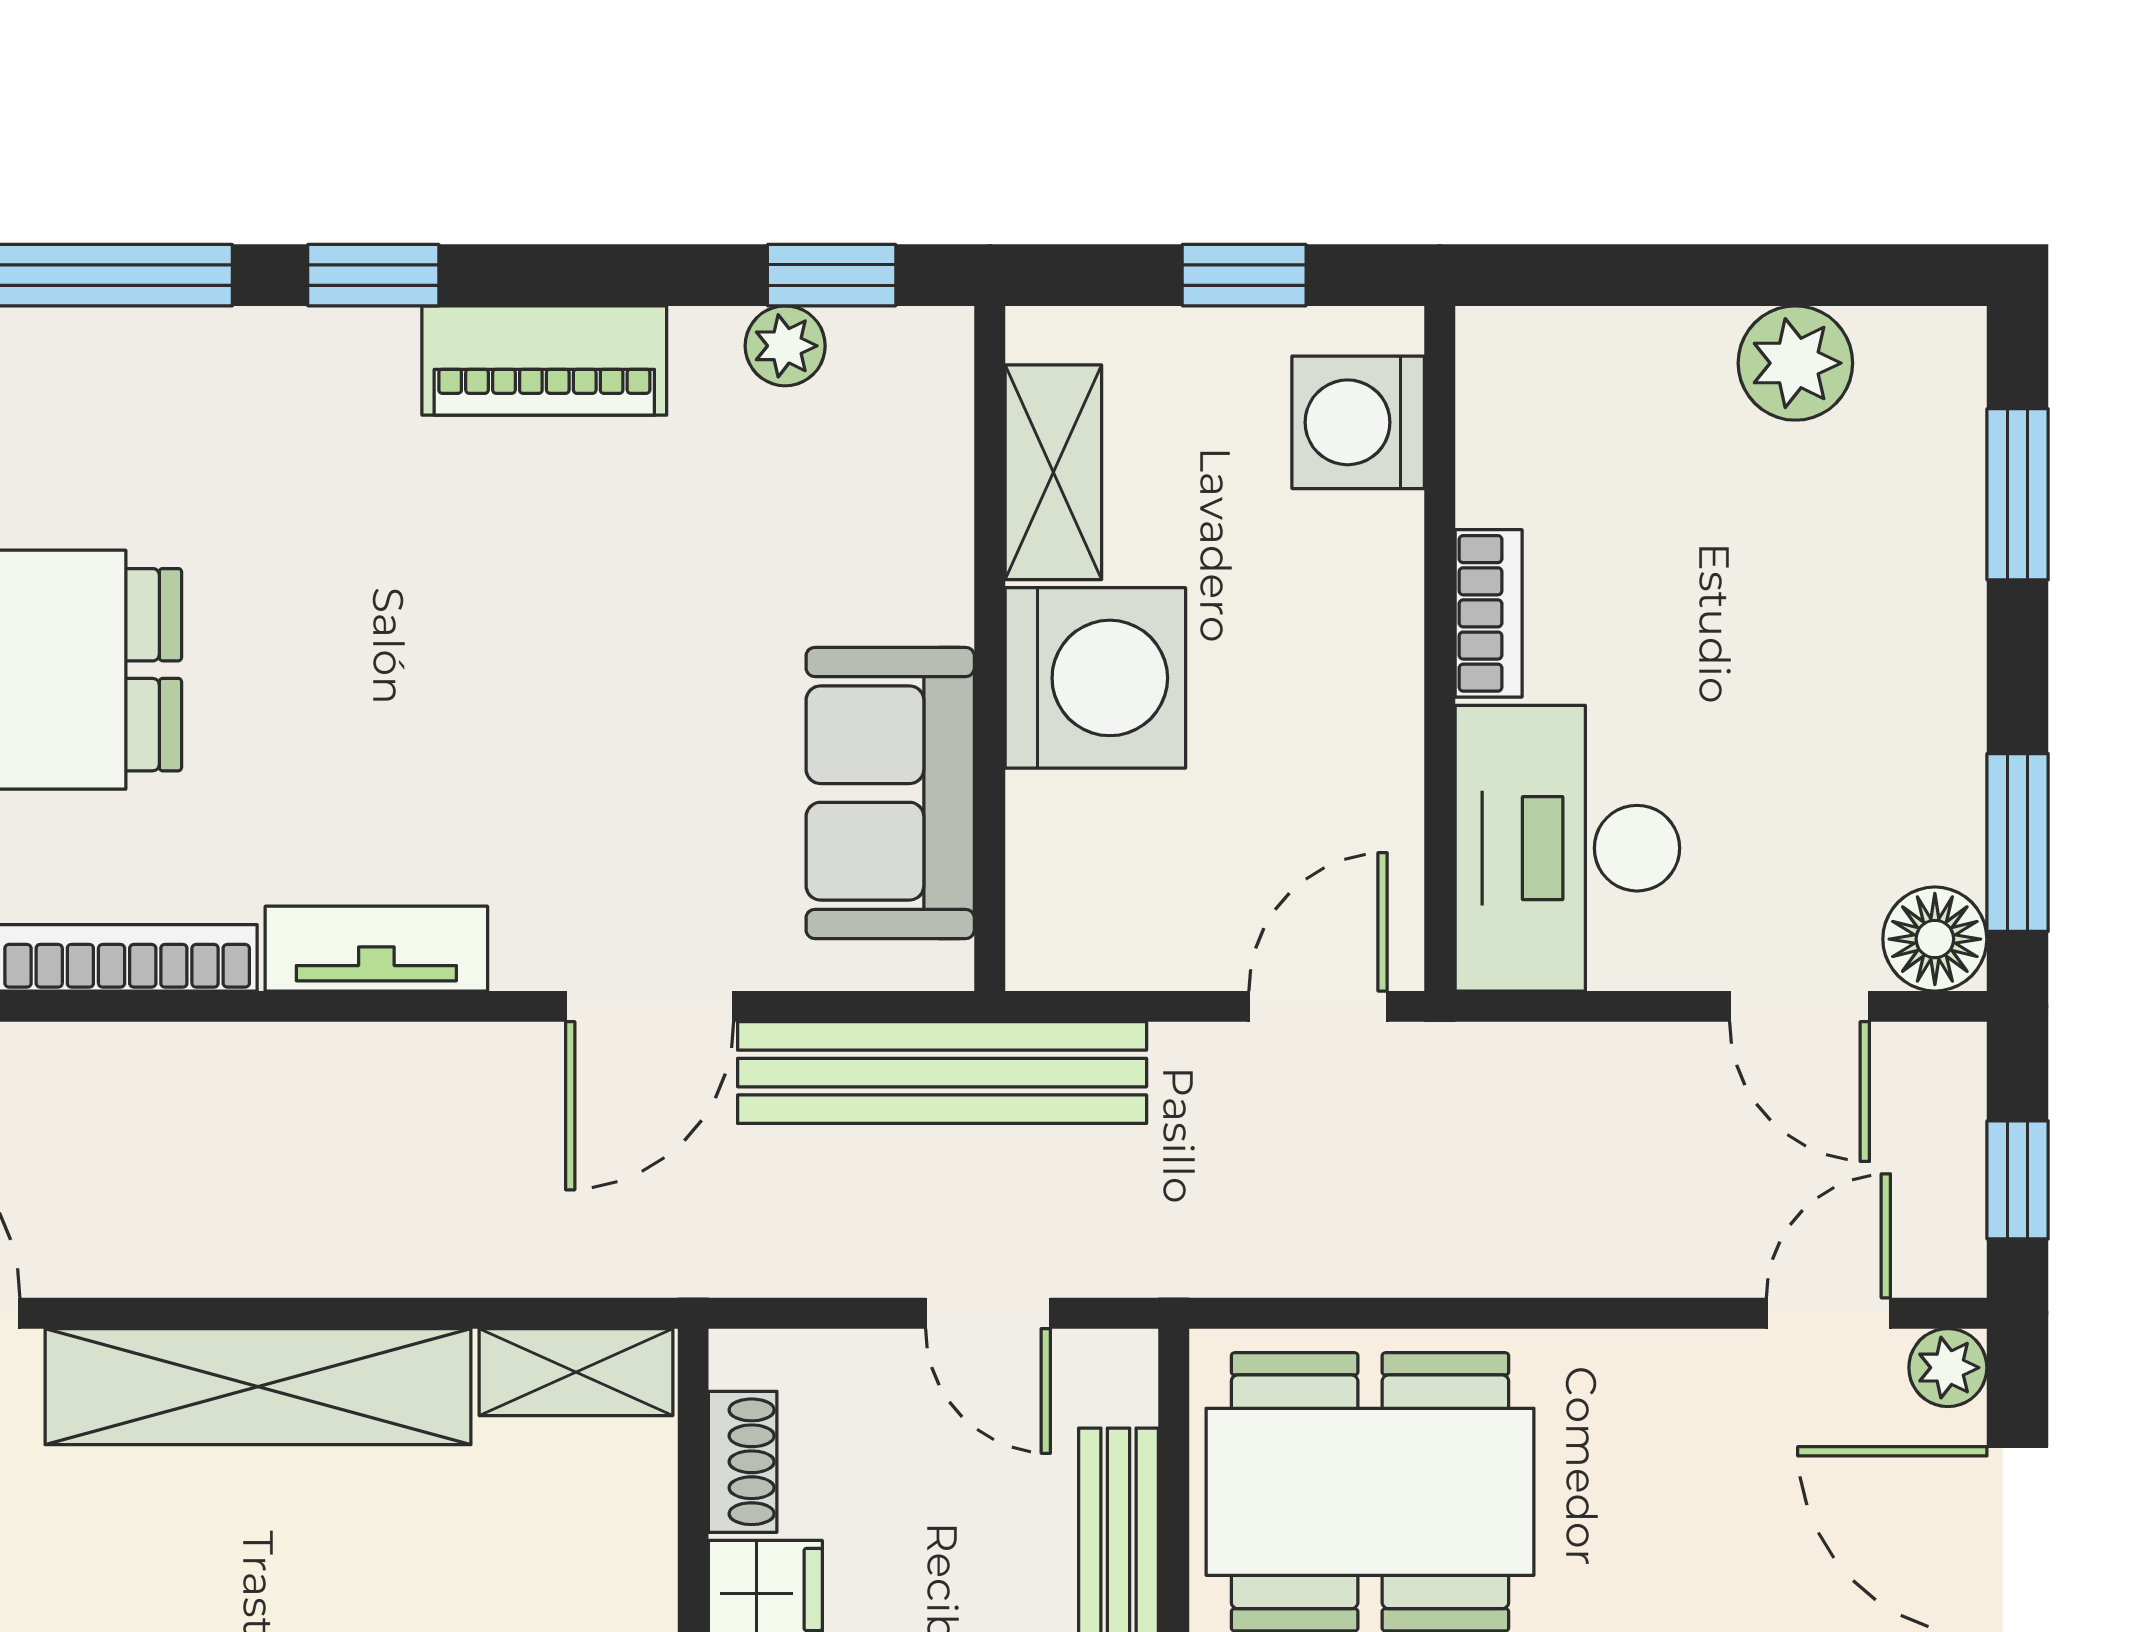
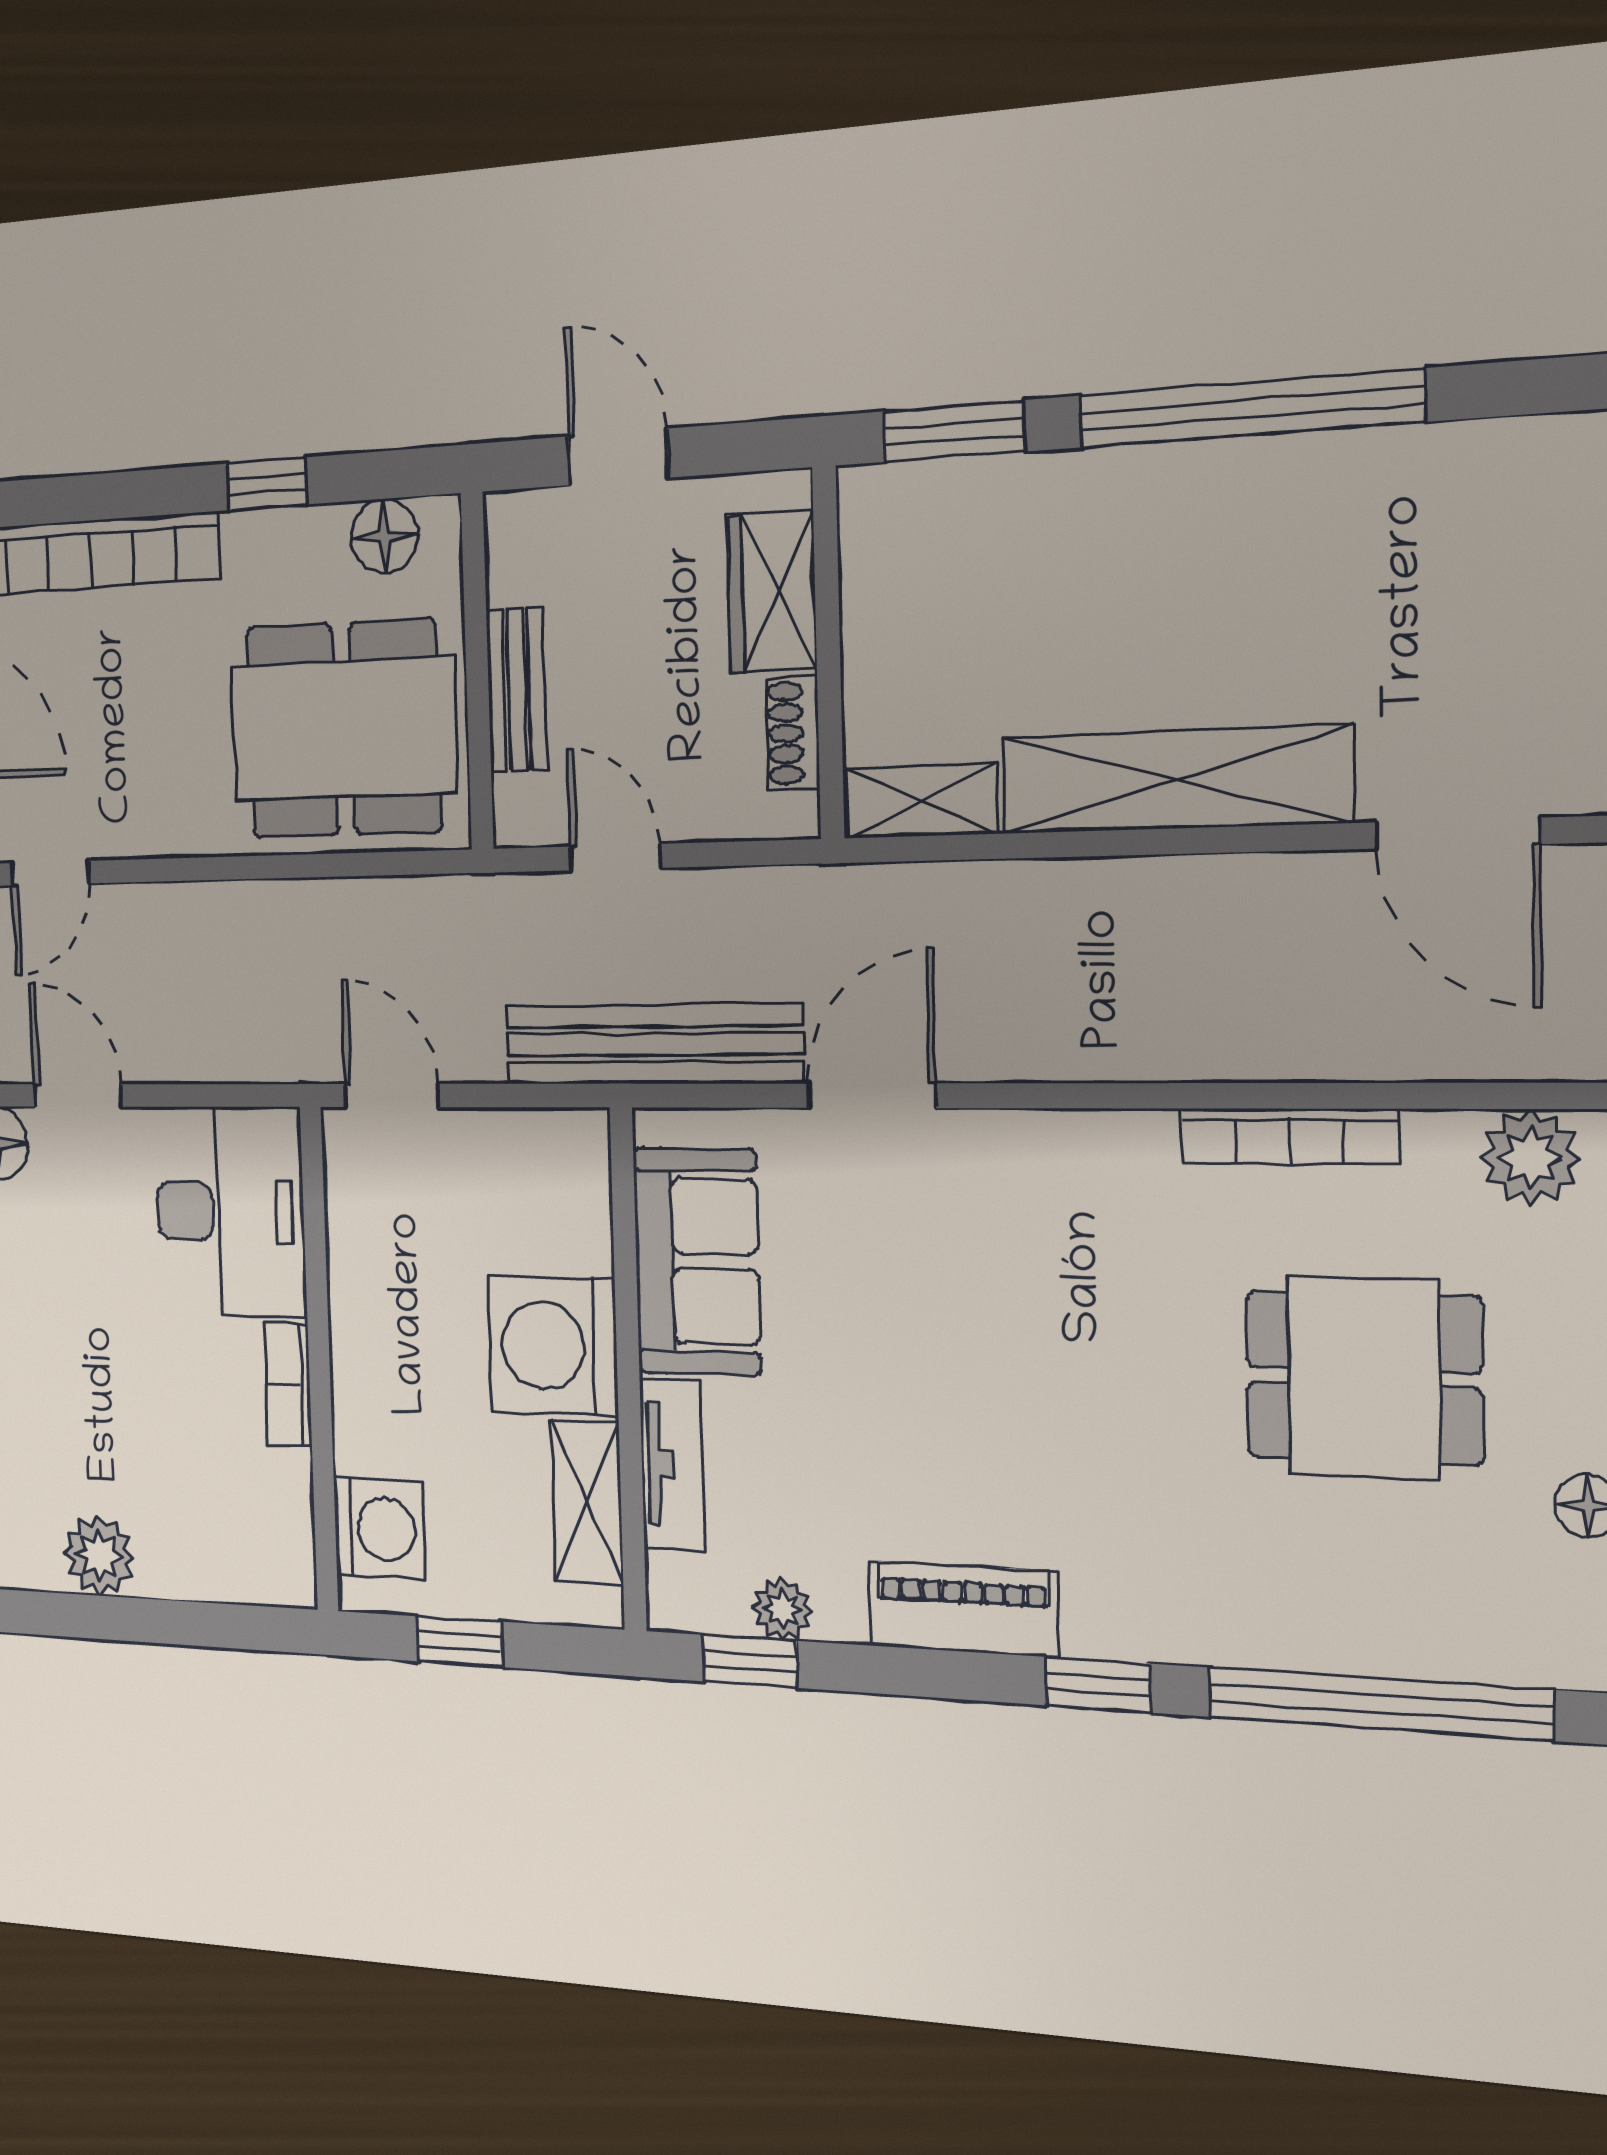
tv unit: (376, 949) -> (672, 1464), moved, turned -90
door: (1318, 1006) -> (391, 1096), swing flipped

